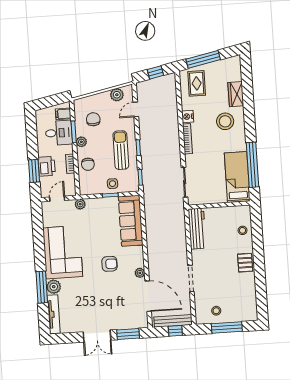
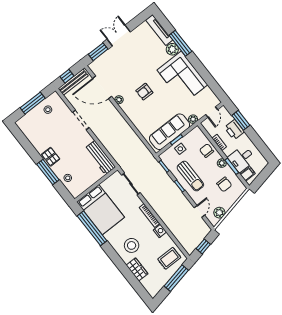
rug: (197, 83) -> (169, 258), turned 90
bed: (237, 177) -> (101, 210), width x1.50
sofa: (131, 221) -> (169, 132), moved, turned -90
window: (258, 249) -> (48, 172), added

